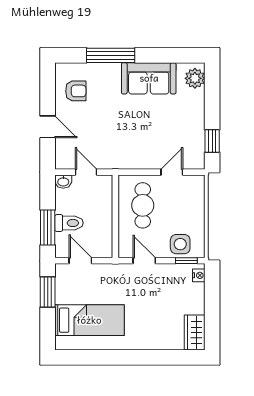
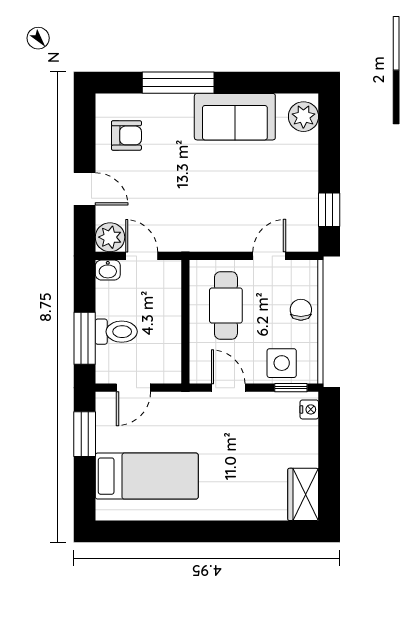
plant: (65, 159) -> (110, 237), added
chair: (193, 208) -> (301, 310), added
door: (80, 261) -> (133, 388), swing flipped

